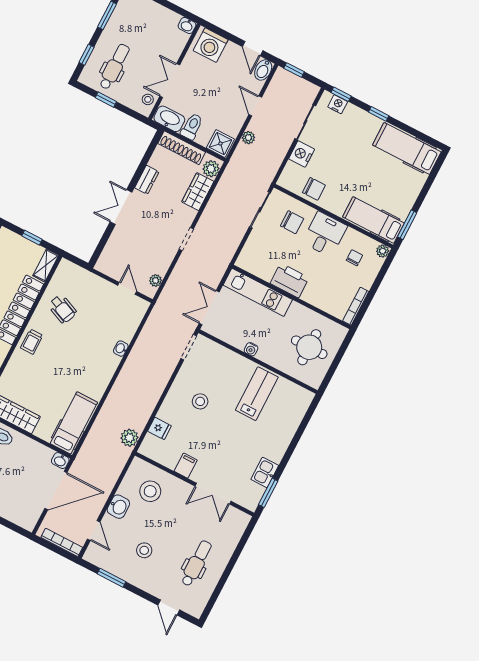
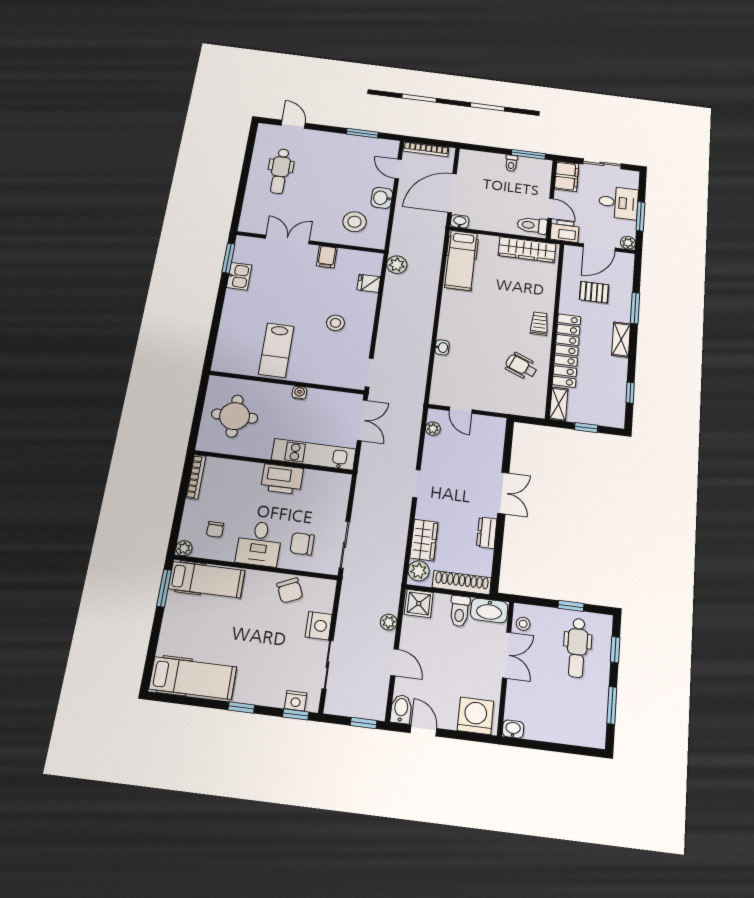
chair: (314, 189) -> (290, 590), turned -114
stool: (144, 550) -> (339, 167), removed

